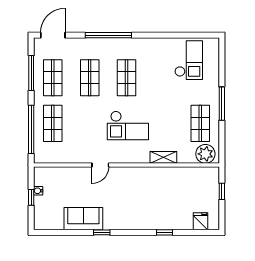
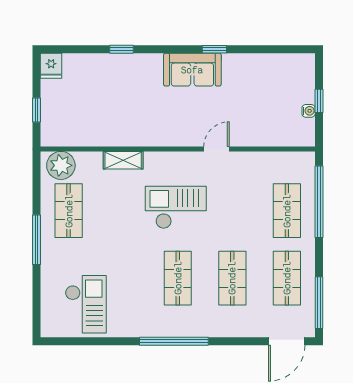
window: (108, 35) -> (174, 341), moved
checkout: (189, 60) -> (86, 304), turned 180
window: (31, 73) -> (319, 303), moved
sofa: (83, 219) -> (192, 70), moved
fridge: (201, 221) -> (51, 66), moved

